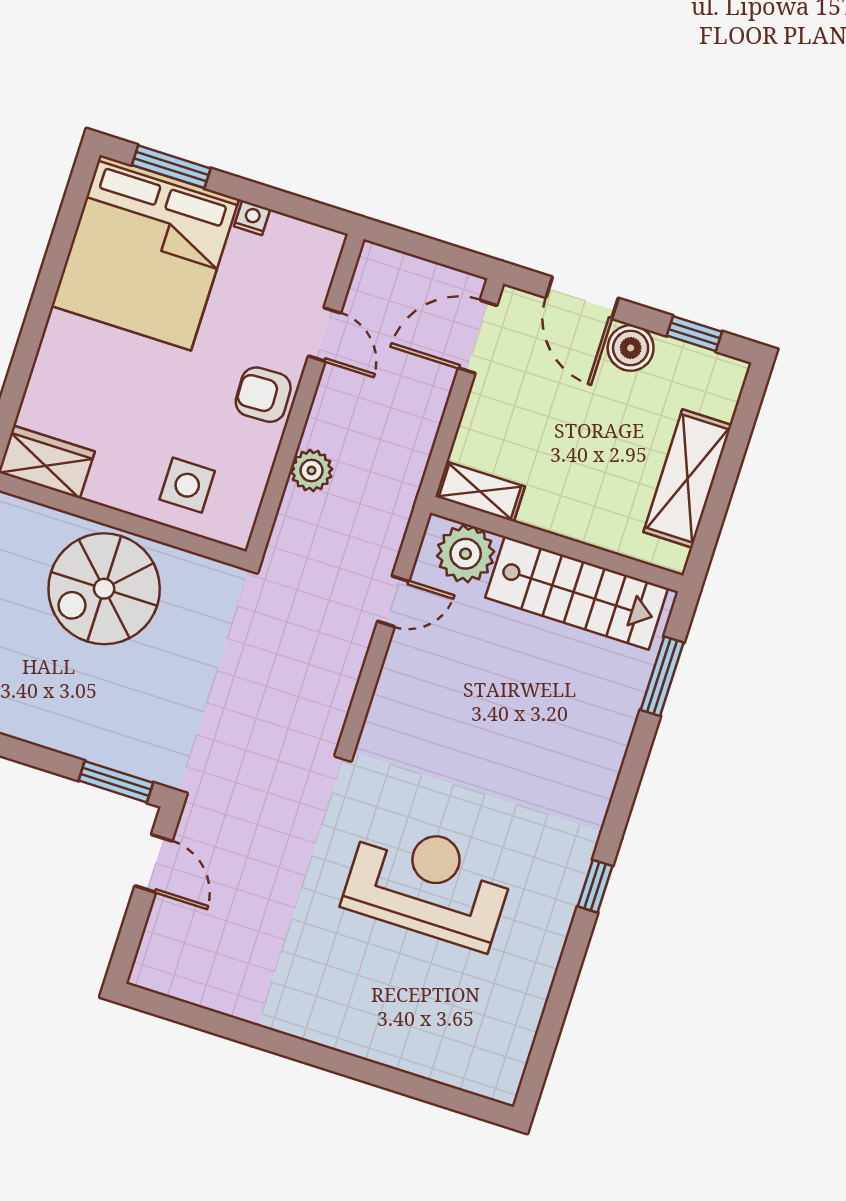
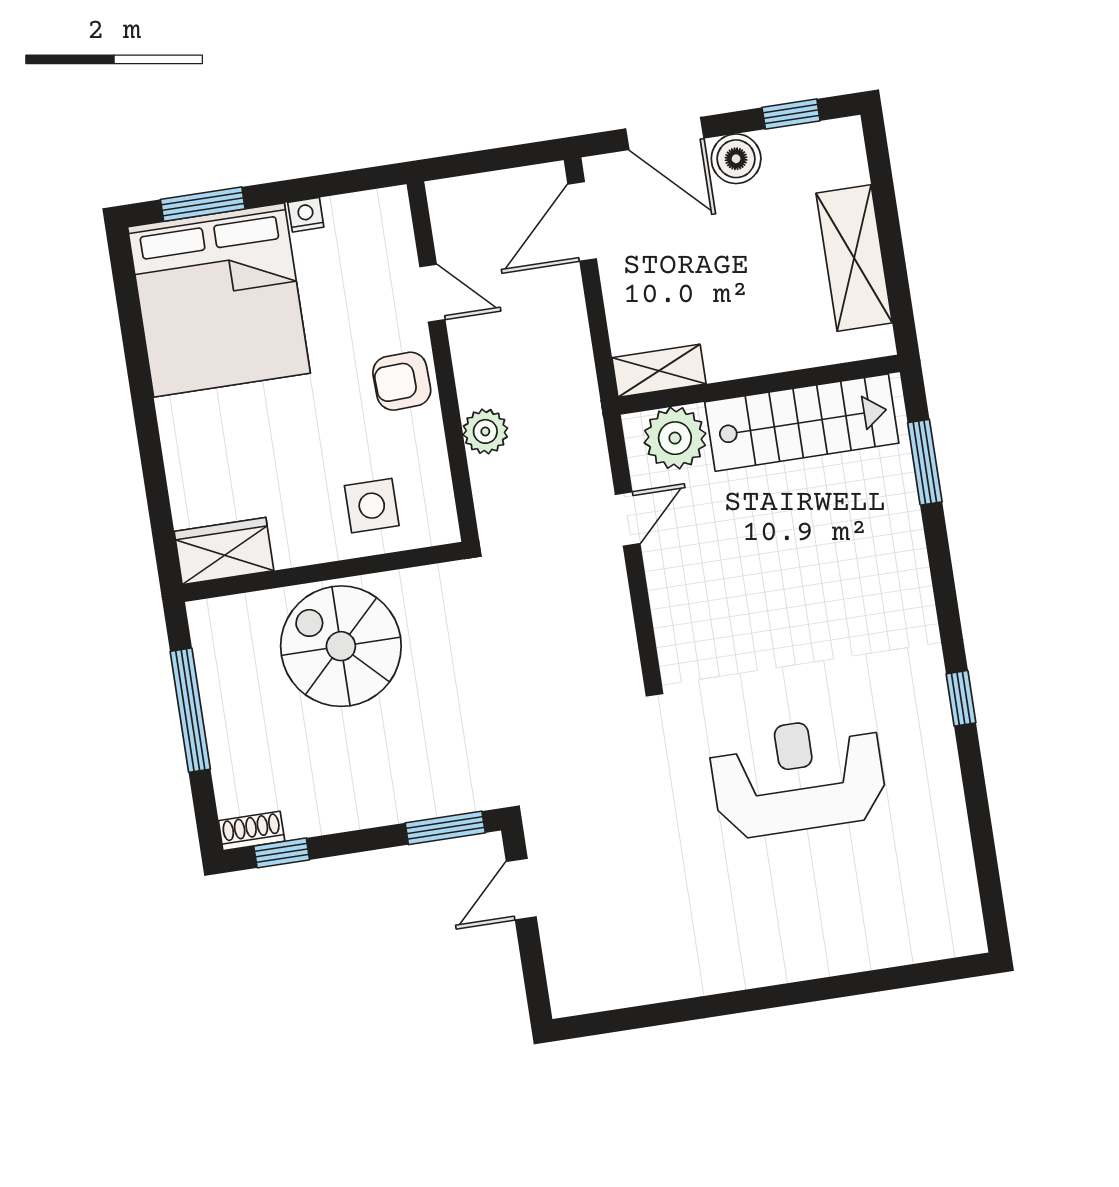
spiral stairs: (104, 589) -> (341, 646), turned 90
door: (154, 863) -> (521, 889), swing flipped

